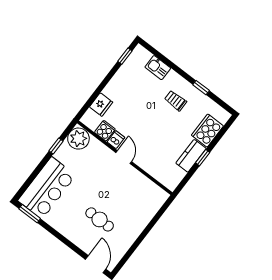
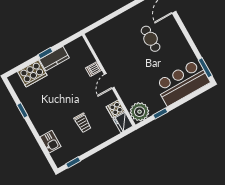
trolley: (175, 101) -> (83, 123), moved
fridge: (101, 105) -> (123, 122), moved, turned -90
dishwasher: (116, 140) -> (93, 69), moved

